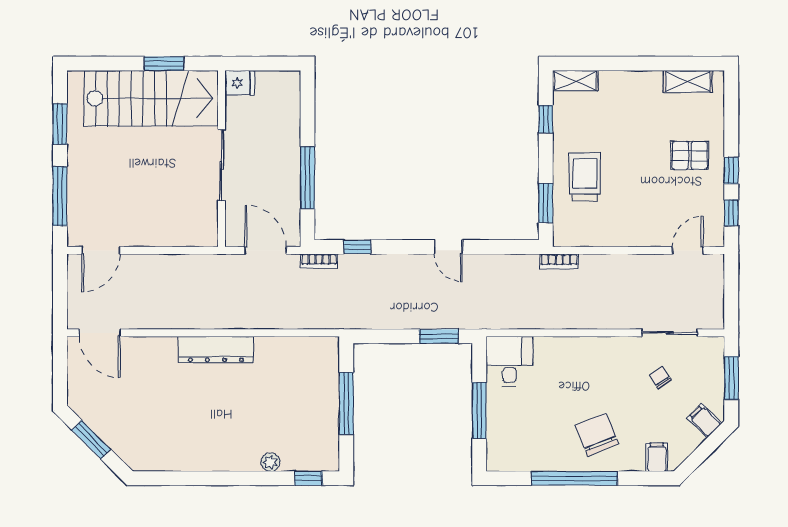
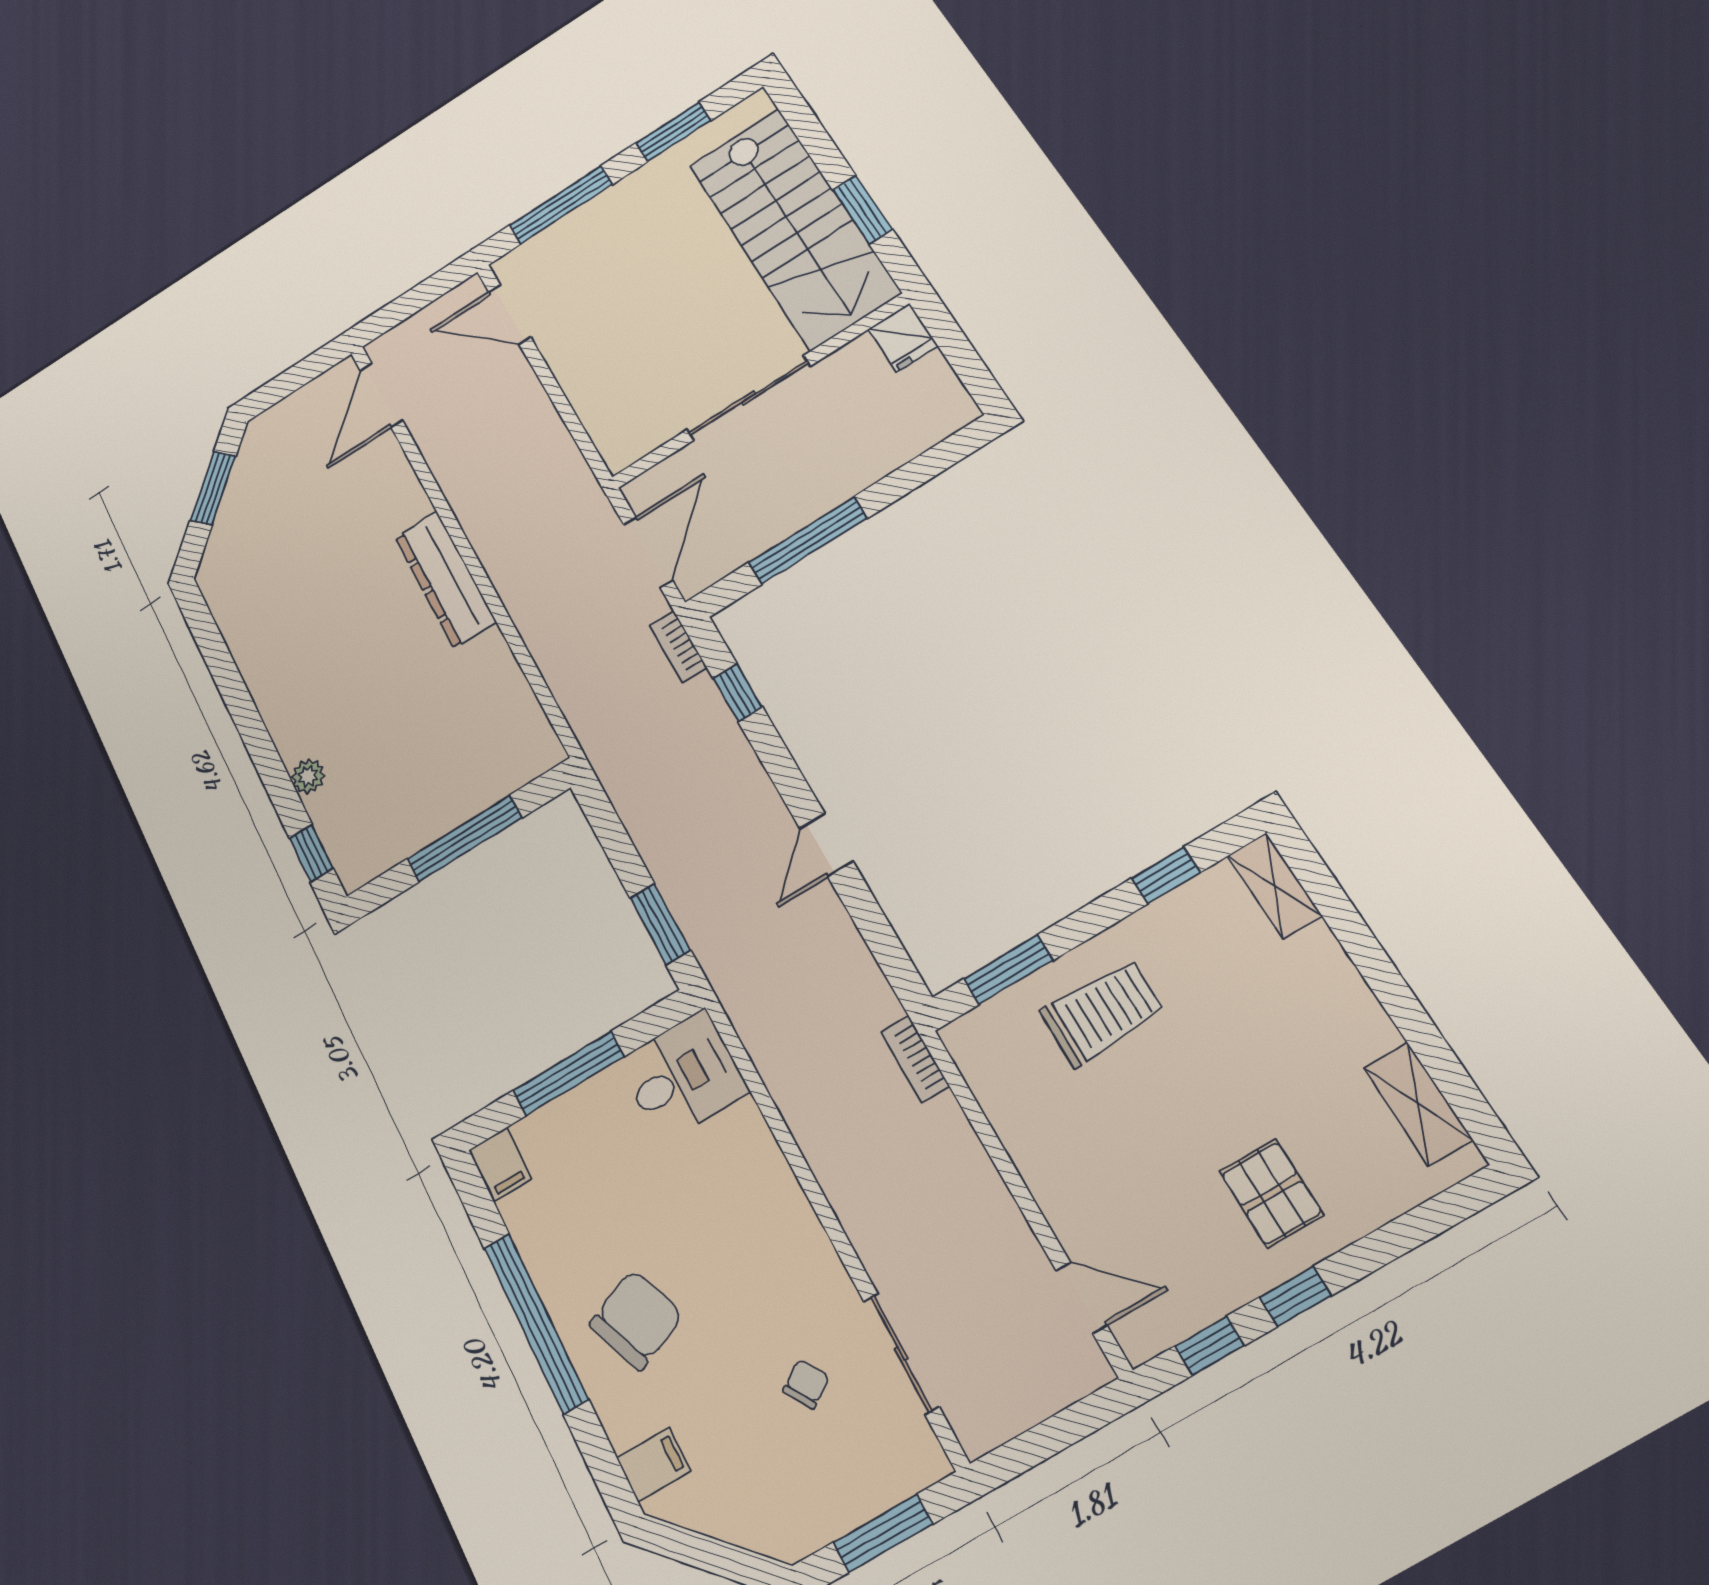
filing cabinet: (704, 421) -> (501, 1164), moved, turned 135

